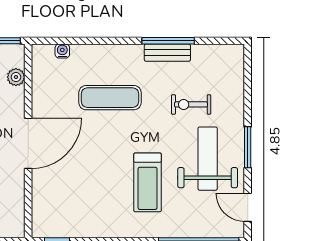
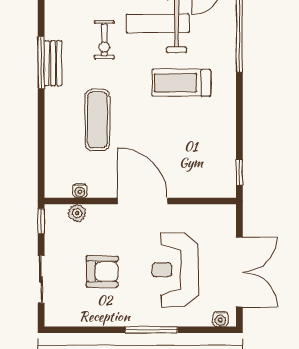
water cooler: (62, 51) -> (80, 191), moved, turned -90
treadmill: (148, 182) -> (181, 83), turned 180

